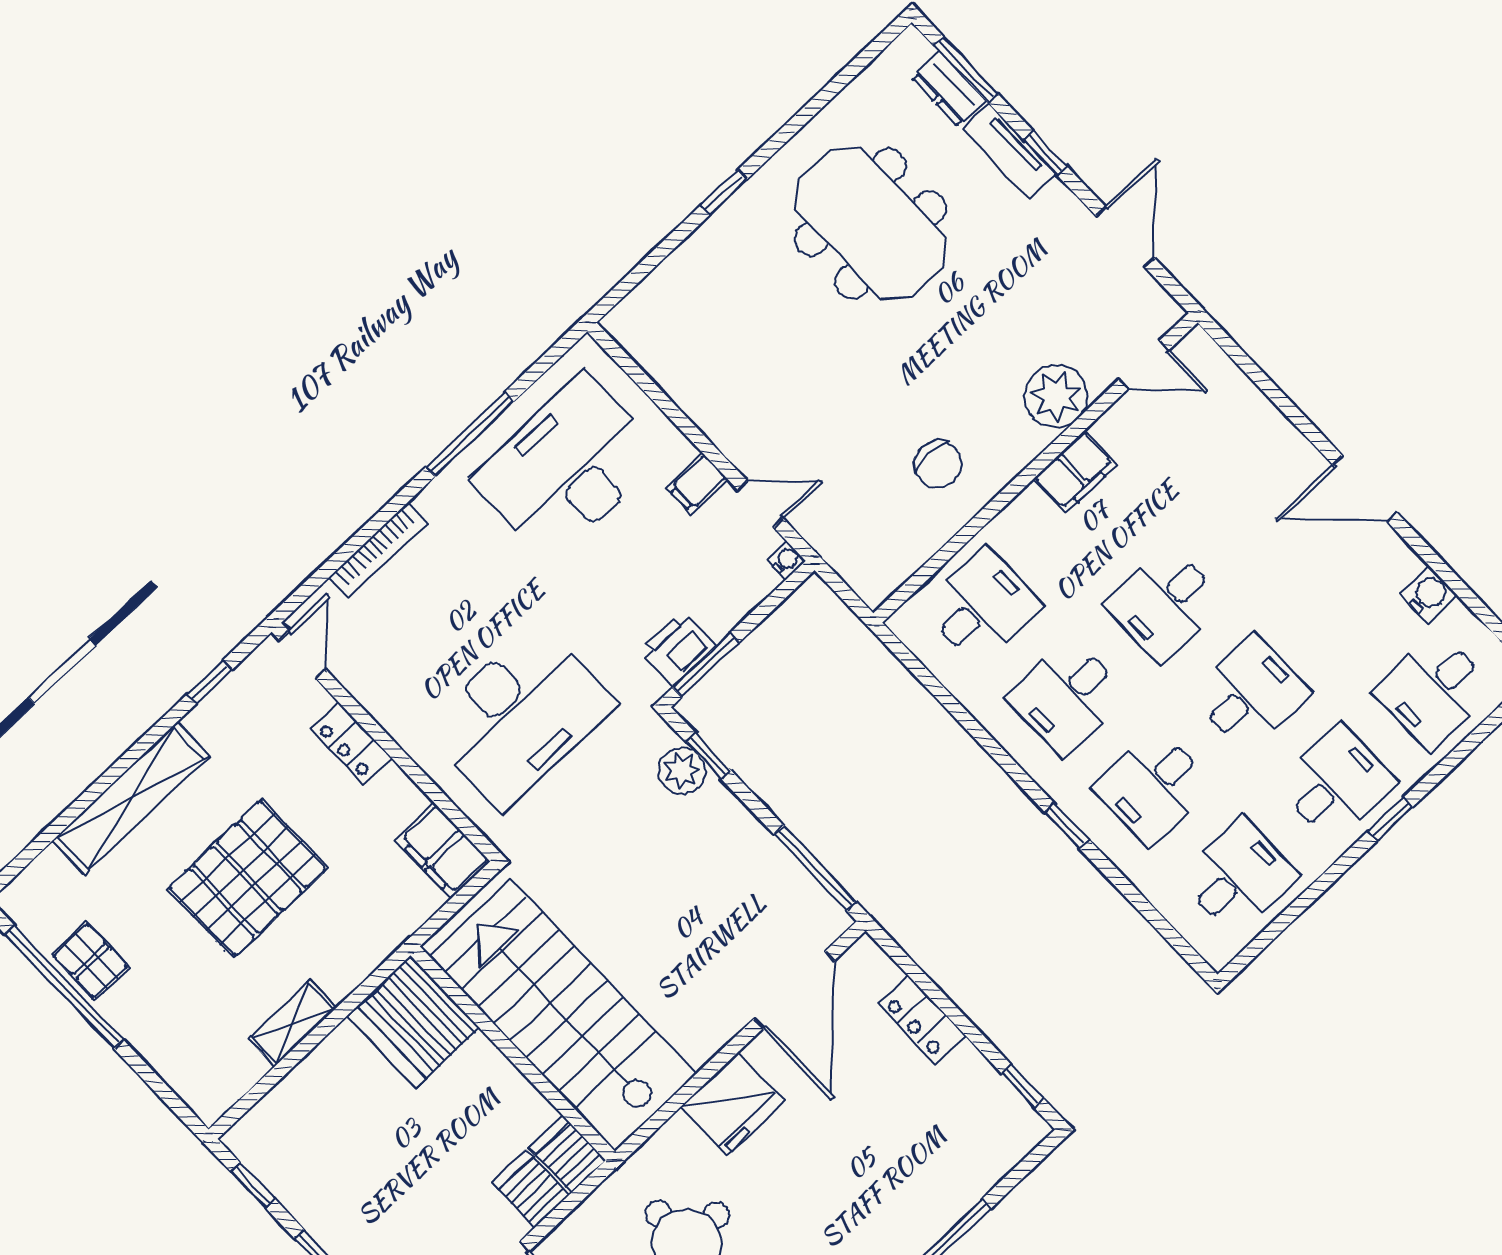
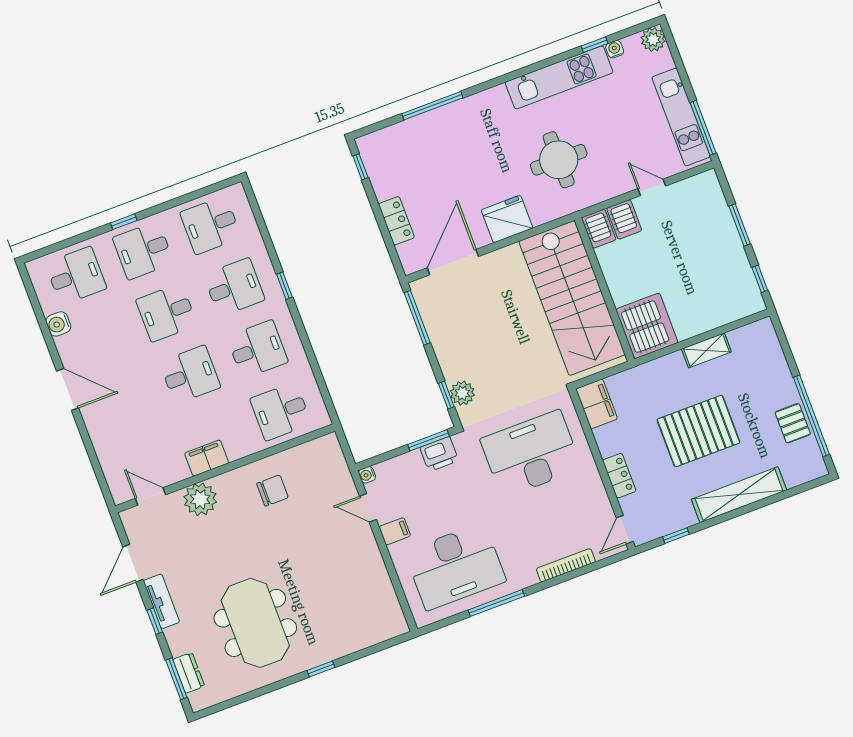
tv unit: (1009, 151) -> (161, 601), moved
chair: (938, 464) -> (272, 491), turned 90

